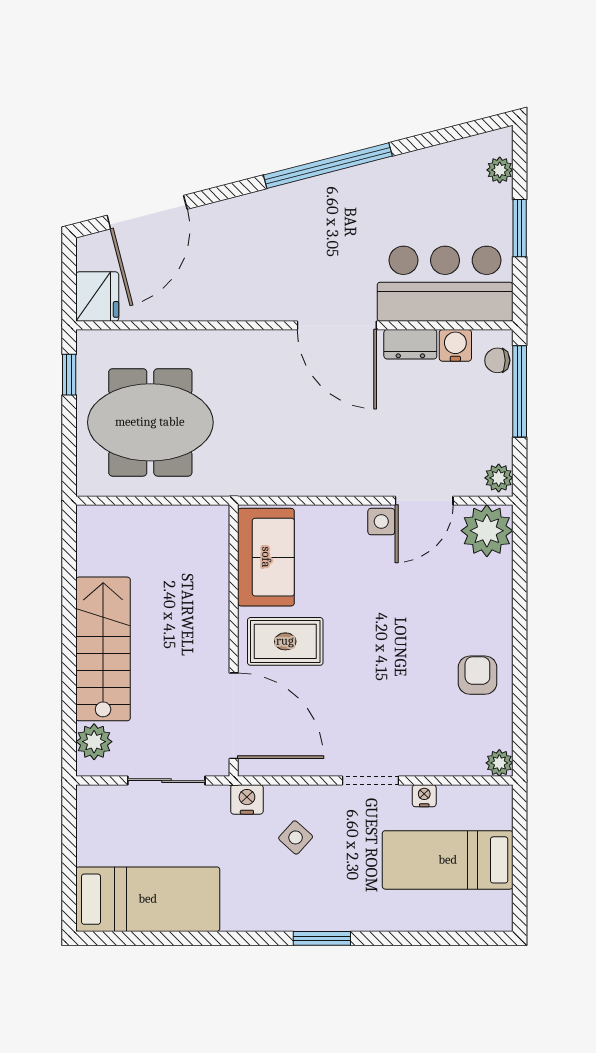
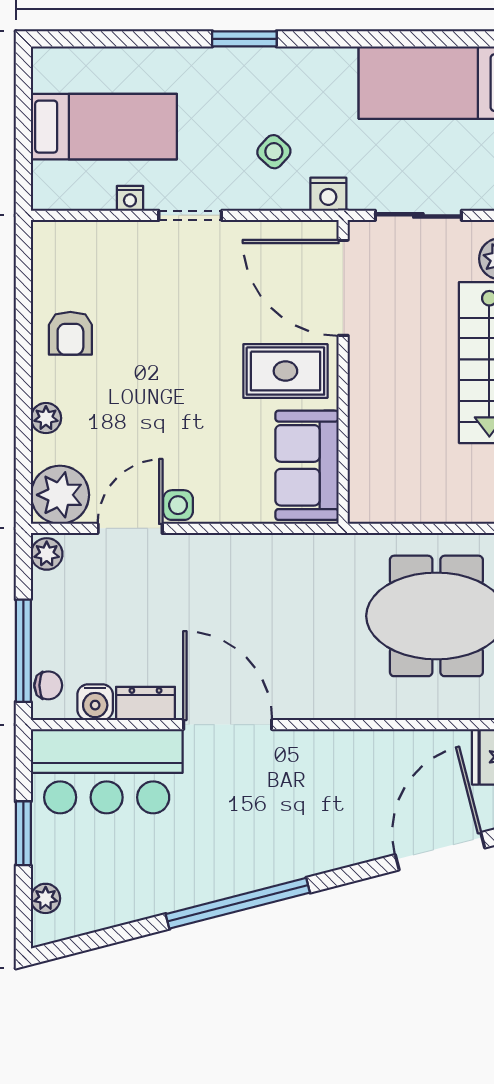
plant: (499, 763) -> (46, 418), moved

